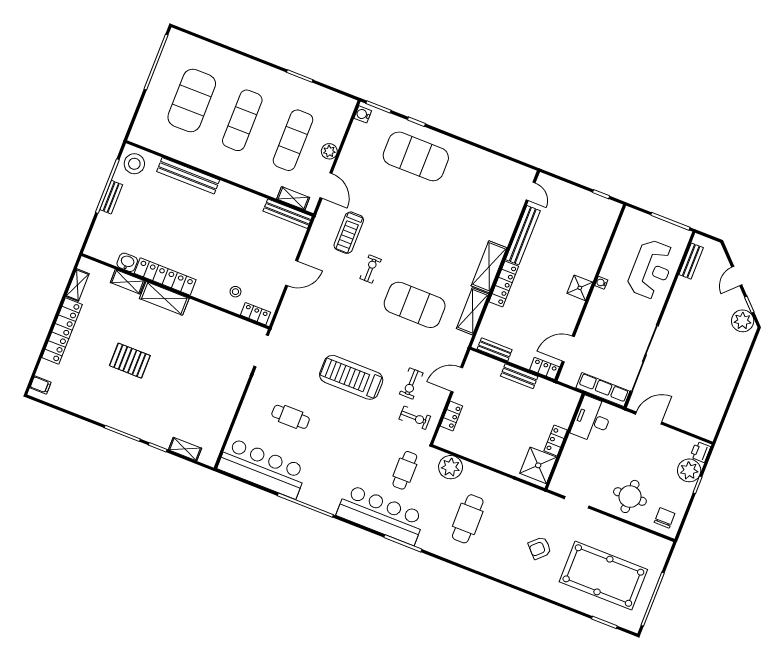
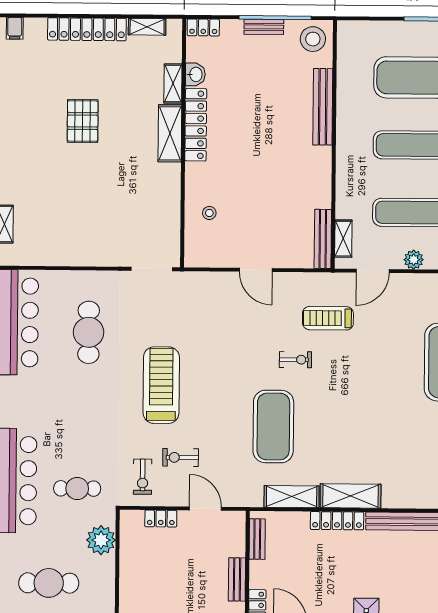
locker: (255, 314) -> (203, 27), moved, turned 90
cafe table: (291, 417) -> (89, 332), width x1.37, depth x1.35

